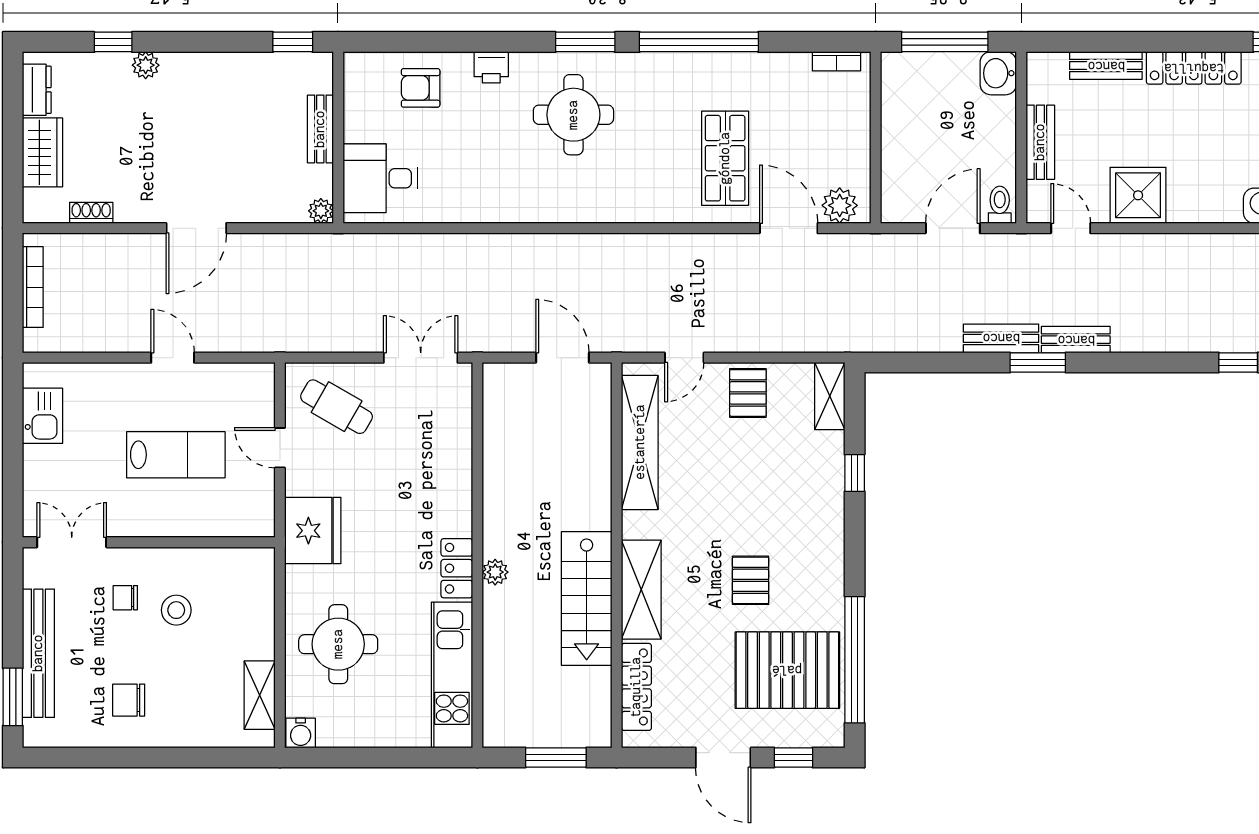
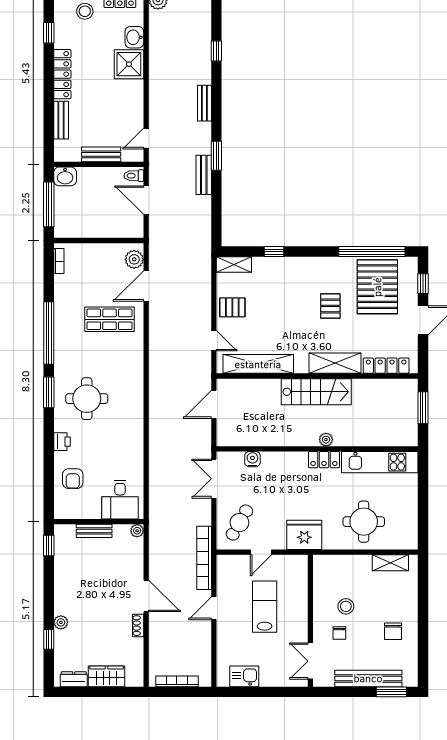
shower: (1138, 195) -> (129, 64), moved
shoe rack: (91, 213) -> (138, 626), moved
bookcase: (269, 339) -> (204, 558), added
bench: (1076, 340) -> (204, 103), moved
pallet: (751, 580) -> (330, 306), turned 90
stairs: (587, 598) -> (316, 392), moved
water cooler: (301, 733) -> (252, 459), moved, turned -90

